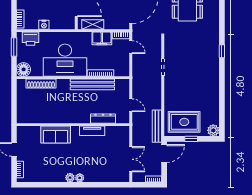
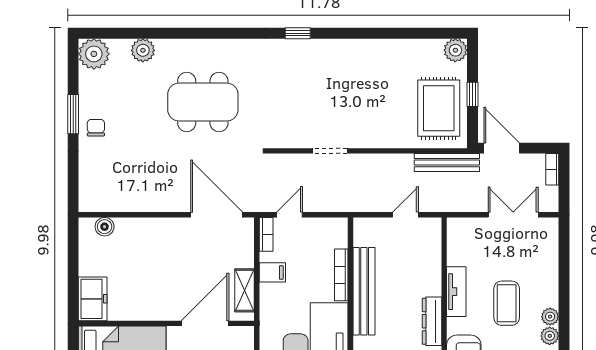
filing cabinet: (102, 38) -> (272, 272), width x0.50
dresser: (103, 119) -> (432, 321), moved
coffee table: (86, 156) -> (507, 303), added

